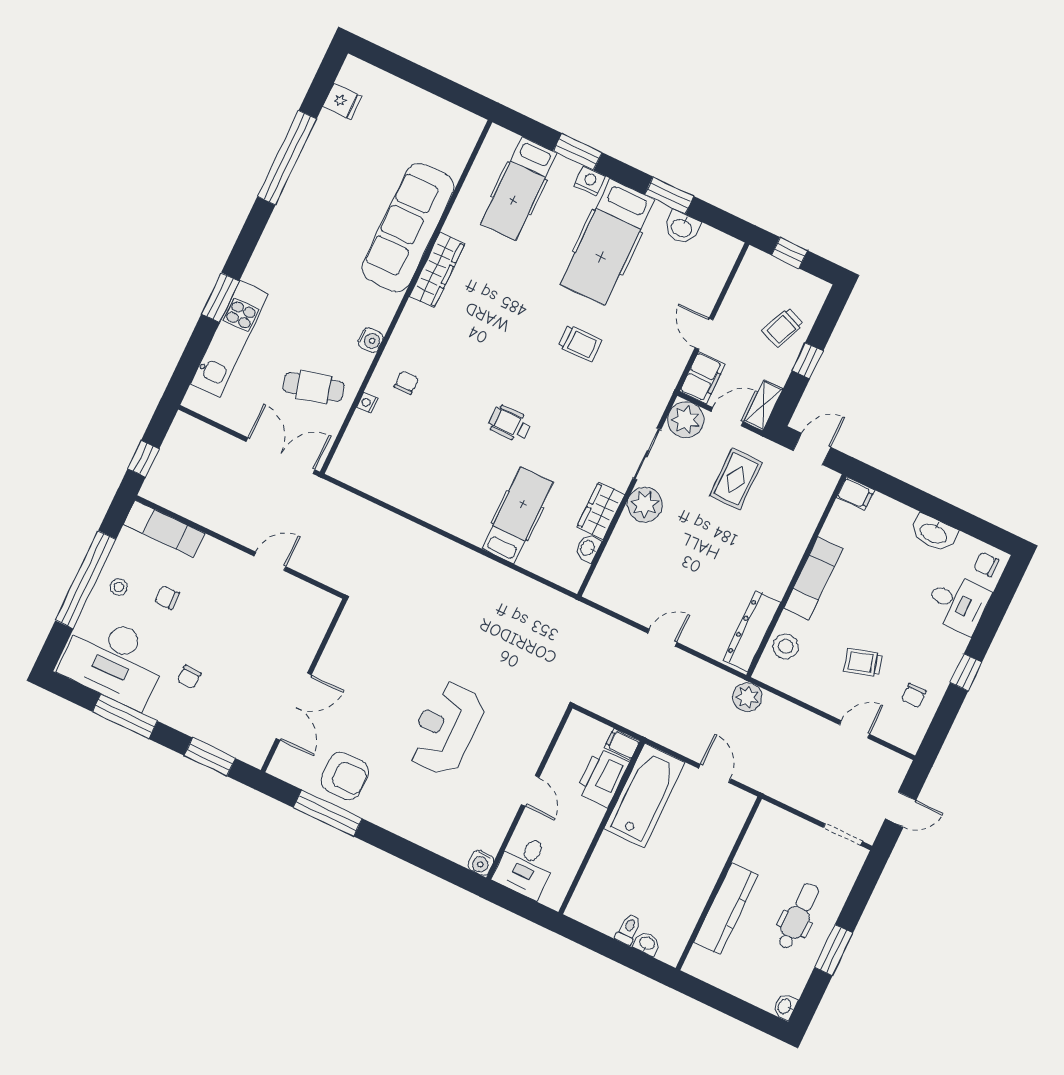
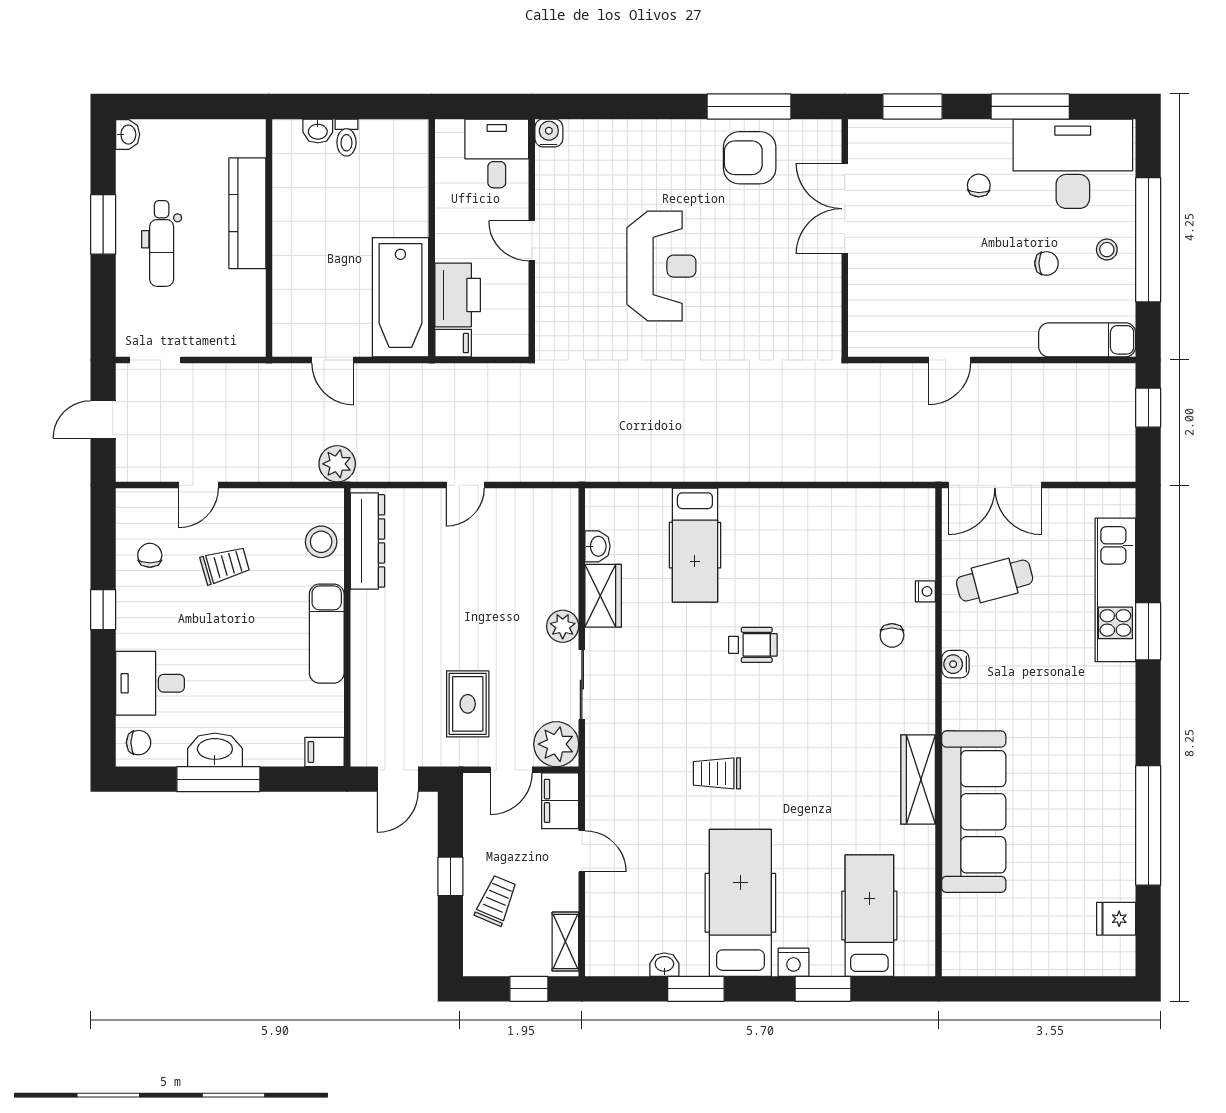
washbasin: (682, 227) -> (664, 965), width x0.72, depth x0.69
shelving: (763, 405) -> (565, 942), moved
plant: (645, 504) -> (563, 626), width x0.73, depth x0.73
window: (941, 511) -> (218, 779), added

